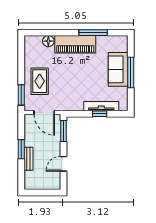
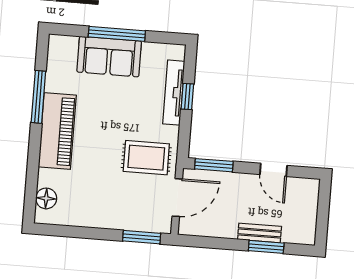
floor lamp: (48, 41) -> (46, 198), moved
rug: (40, 81) -> (146, 158), moved
window: (21, 149) -> (266, 247), moved

